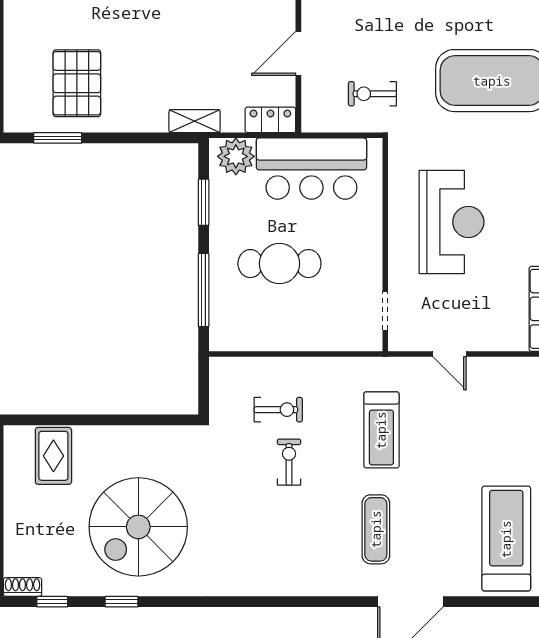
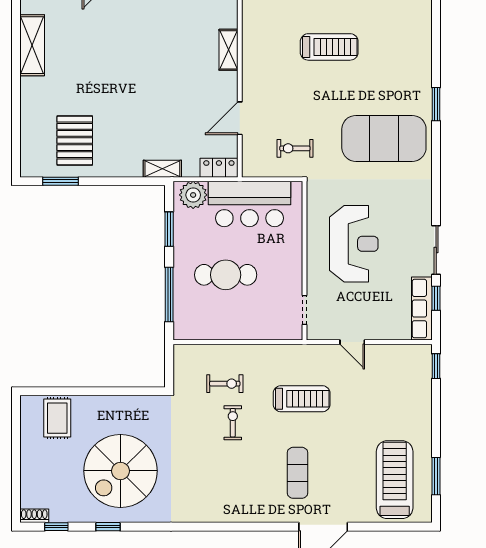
treadmill: (381, 430) -> (302, 399), turned -90

